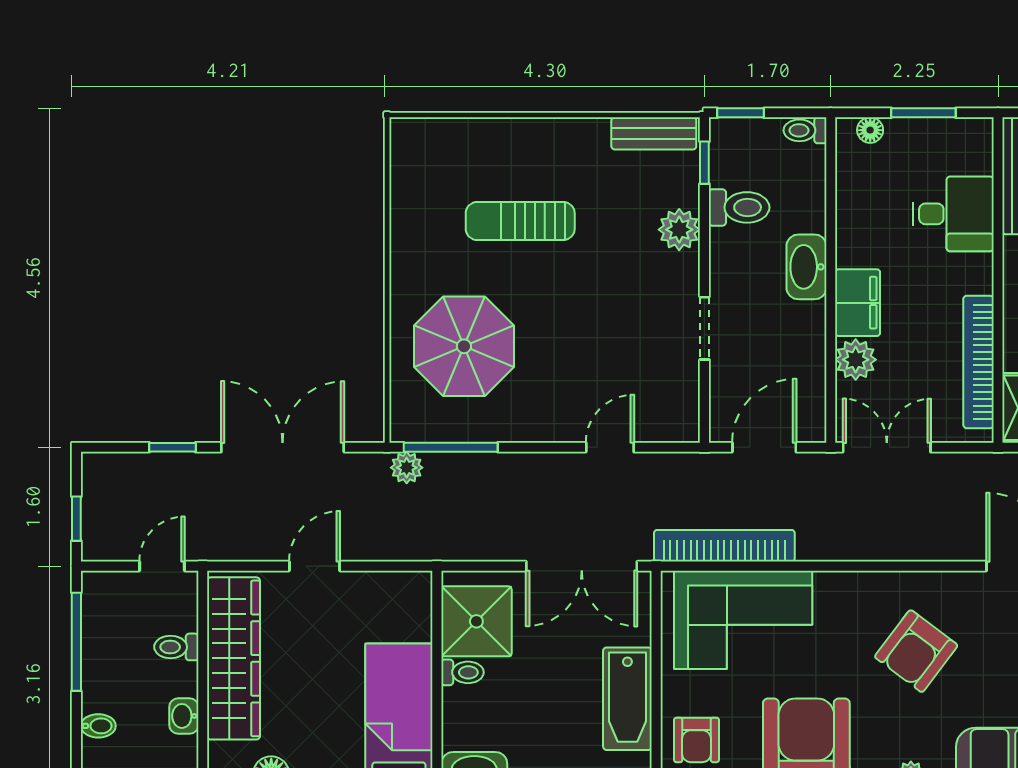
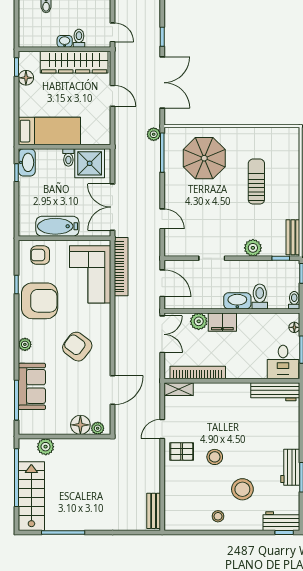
toilet: (739, 207) -> (260, 297), moved, turned 180
desk: (953, 214) -> (283, 362), moved
washbasin: (184, 716) -> (65, 41), moved

